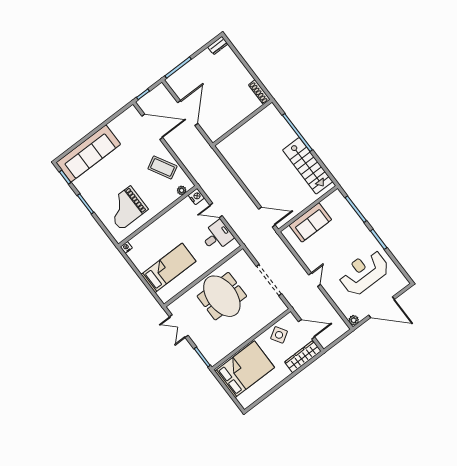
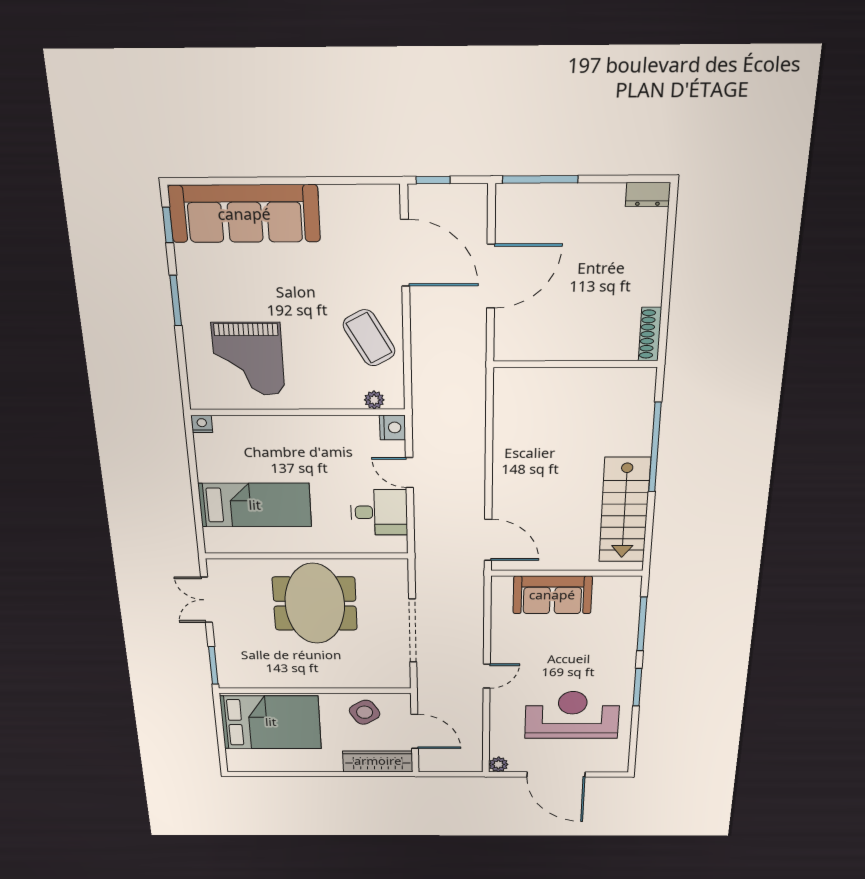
grand piano: (126, 208) -> (248, 359), turned -90

